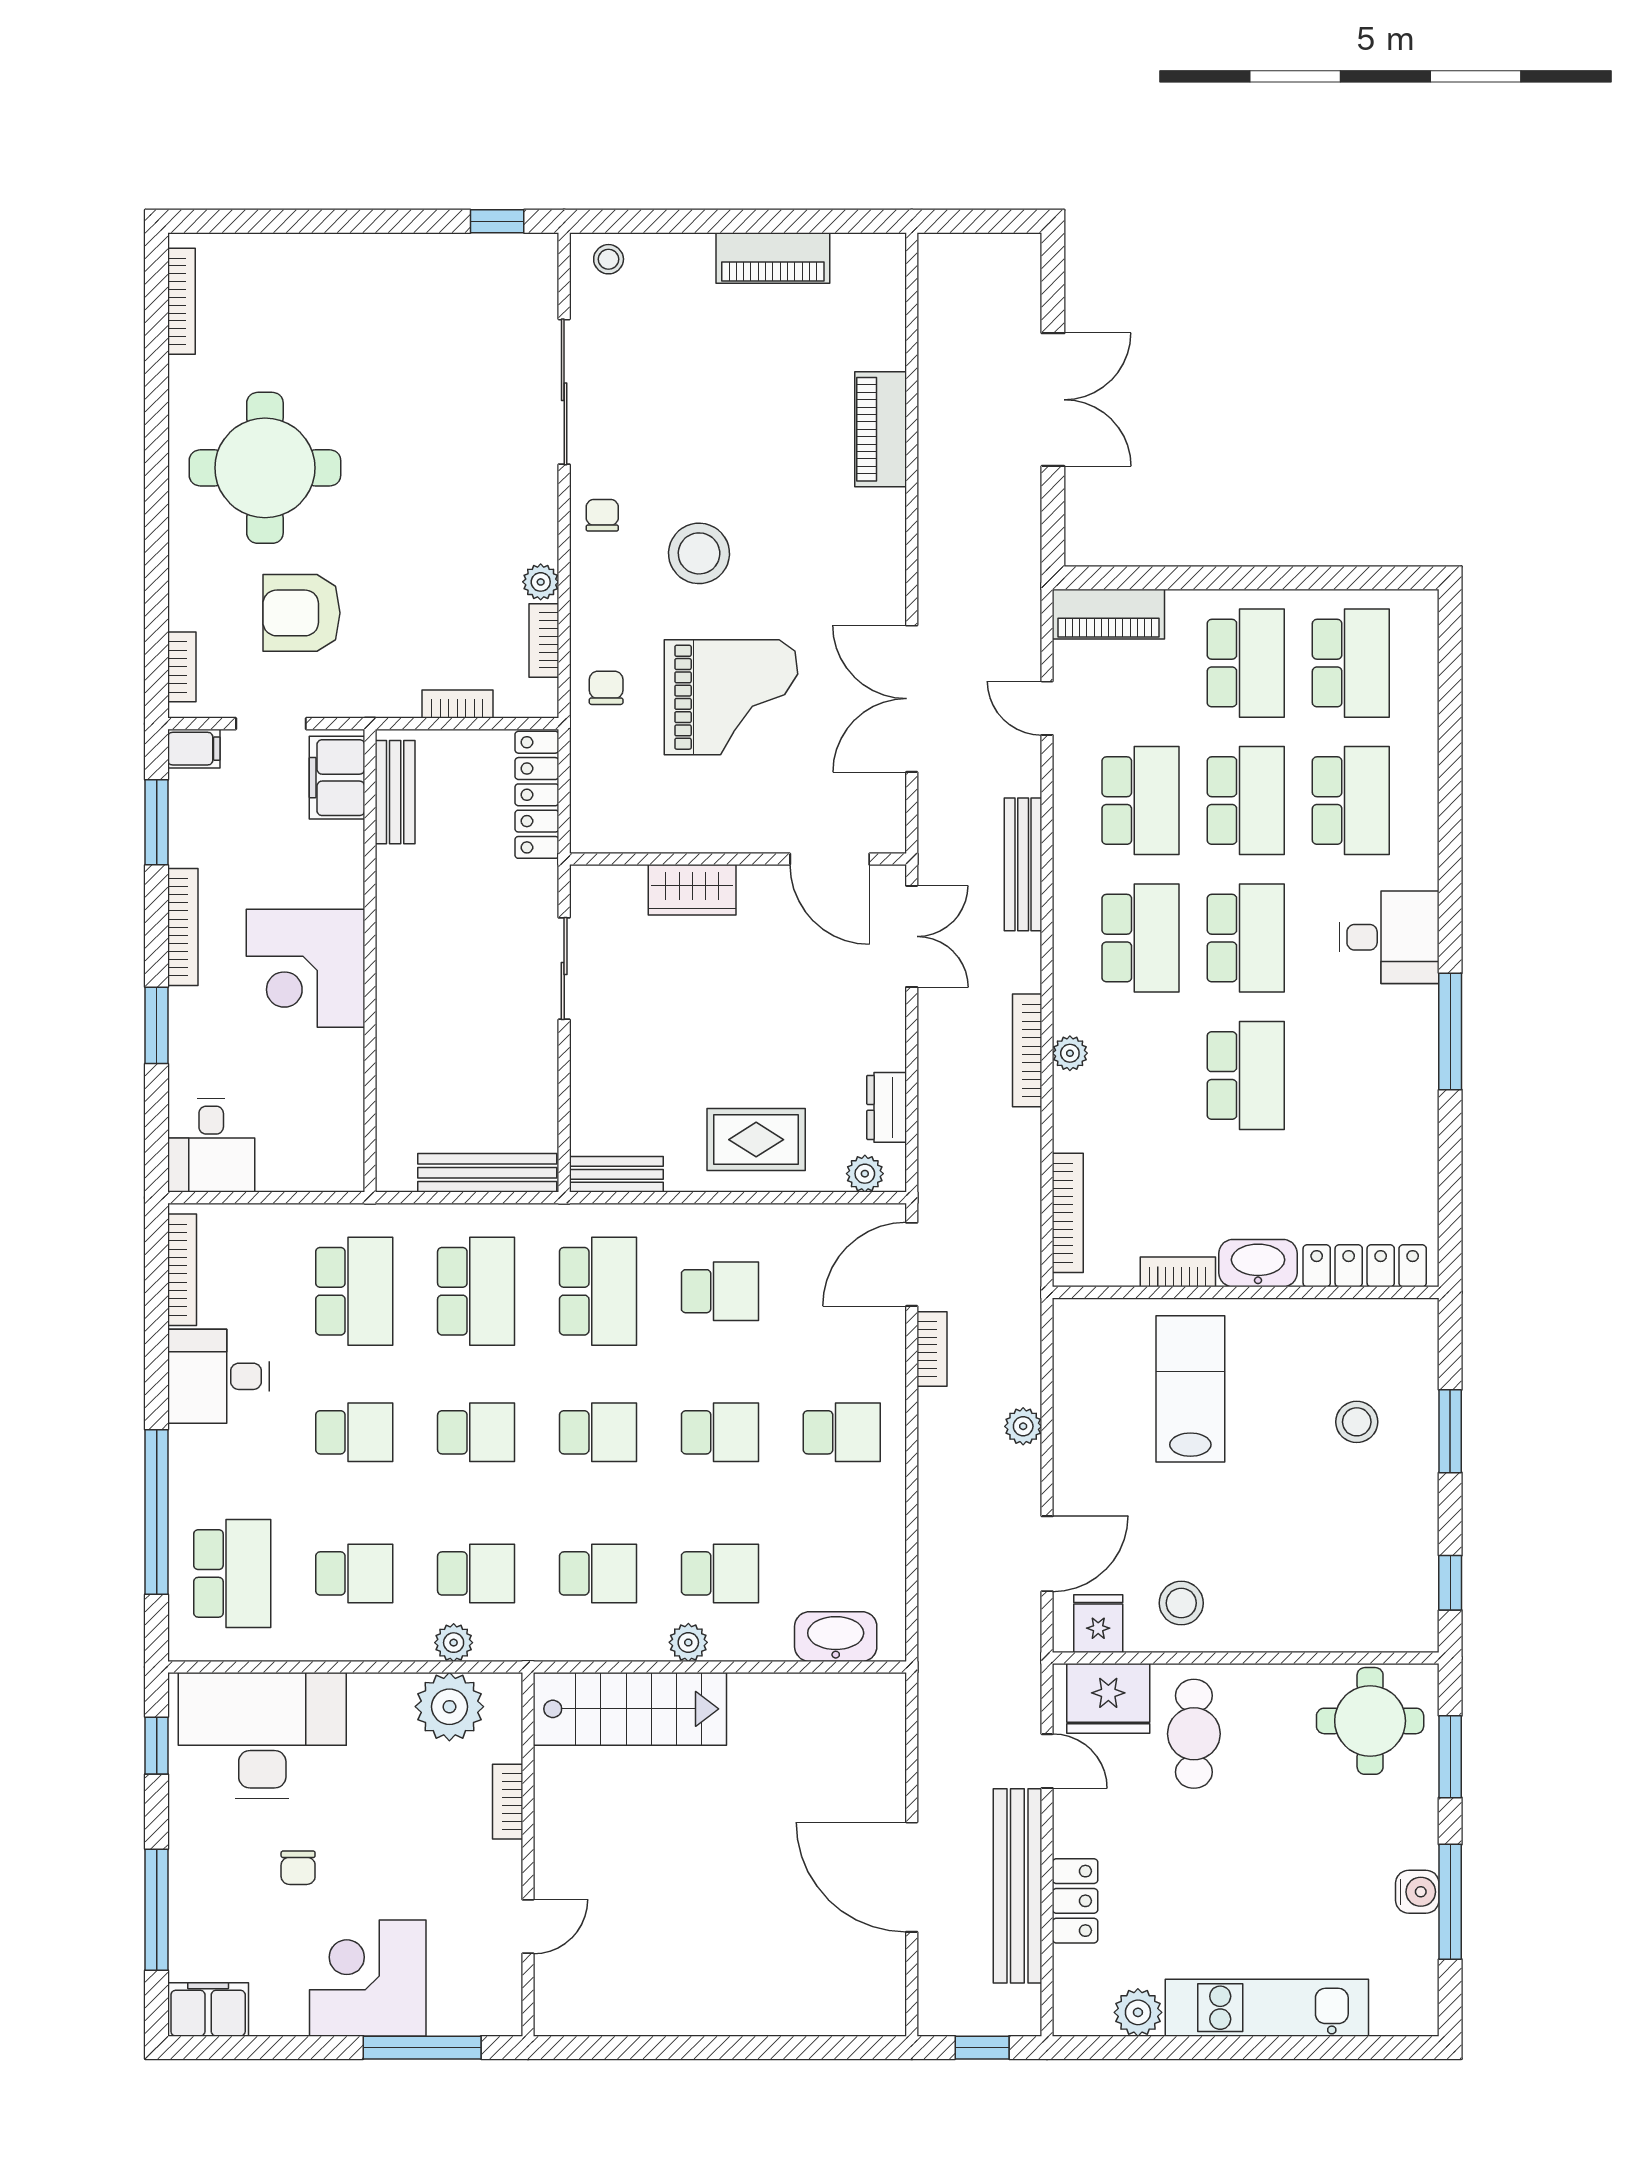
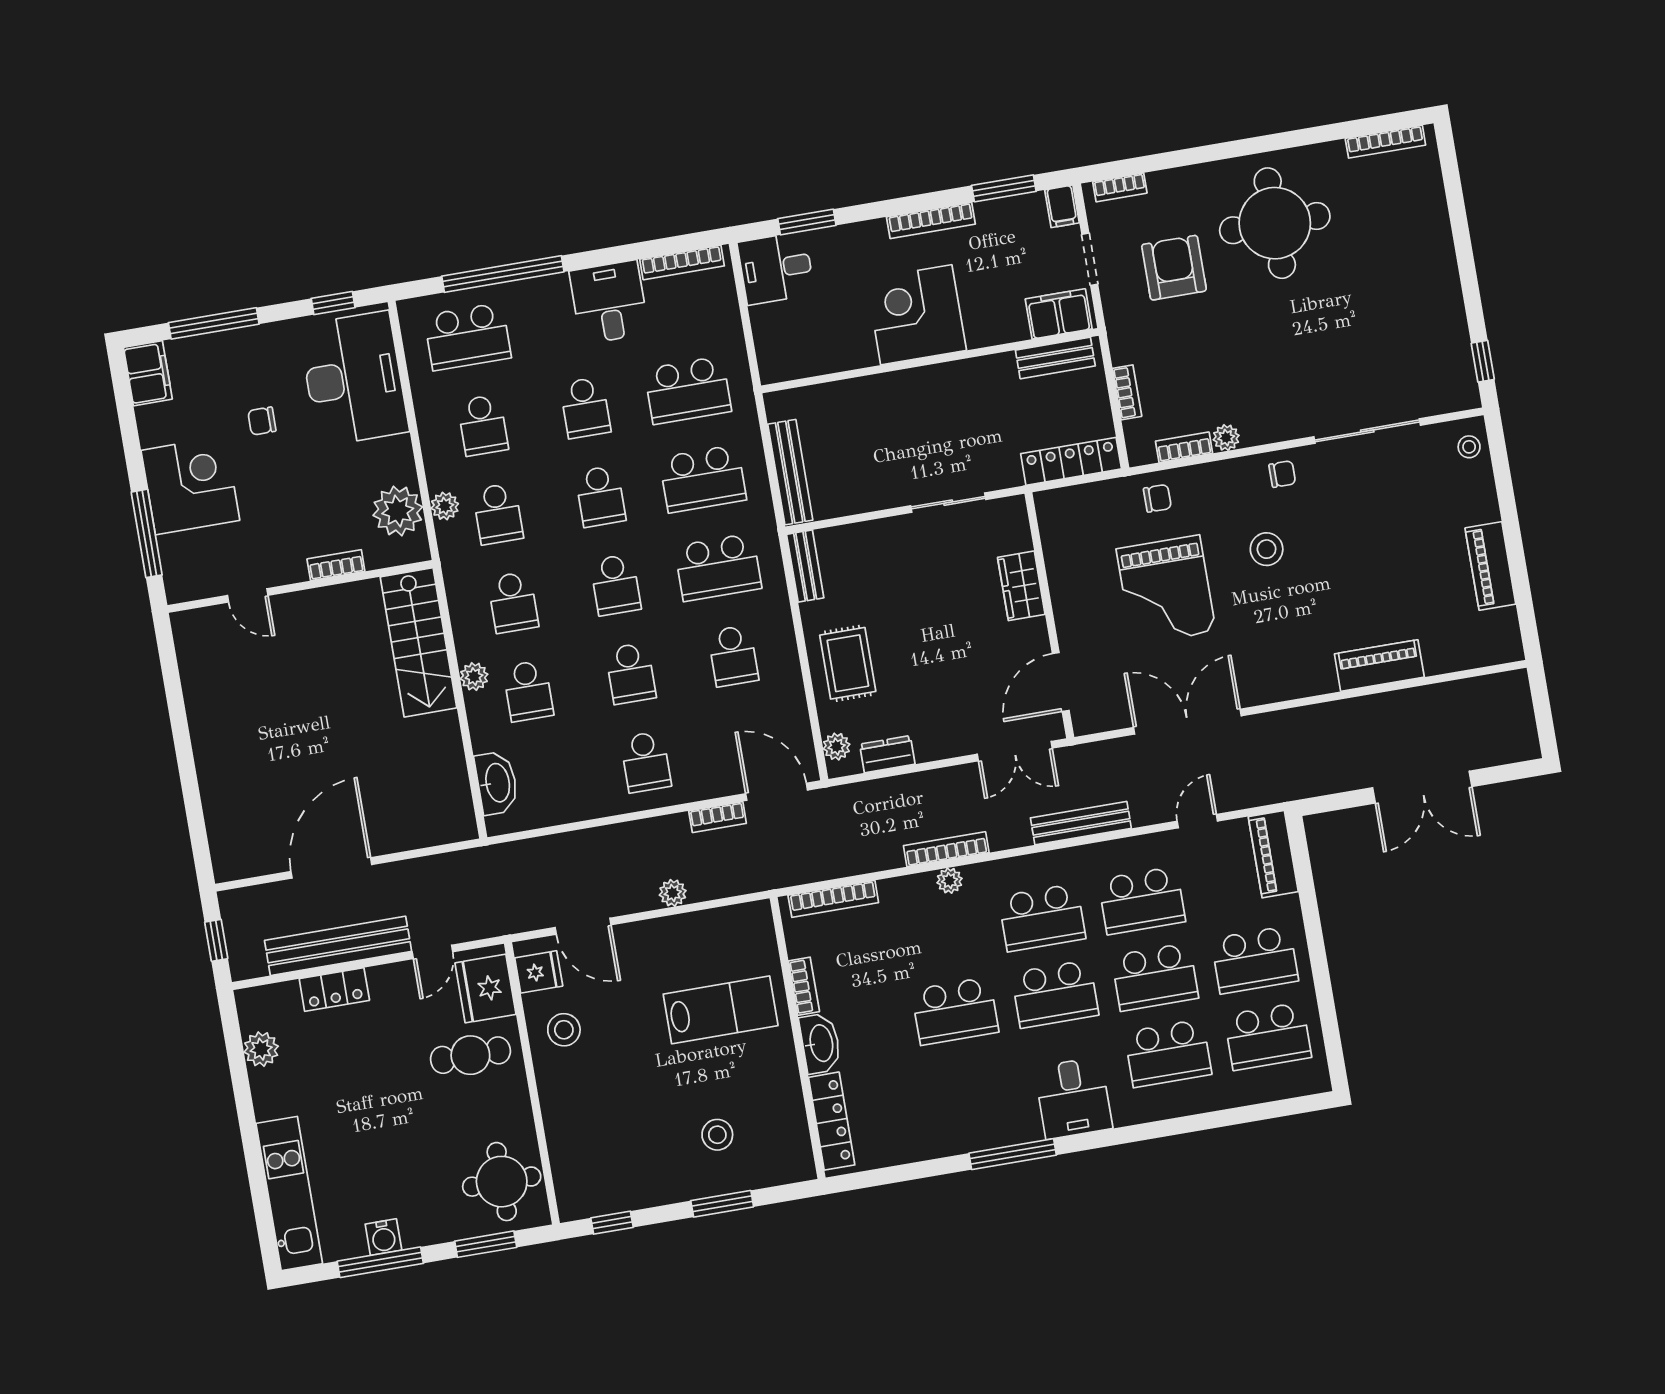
stool: (699, 553) -> (1267, 549), width x0.73, depth x0.73
window: (157, 1025) -> (807, 222), moved
kitchen unit: (1267, 2008) -> (289, 1193), moved

